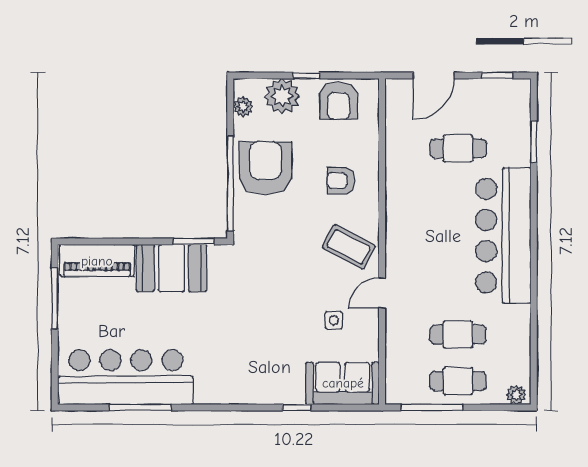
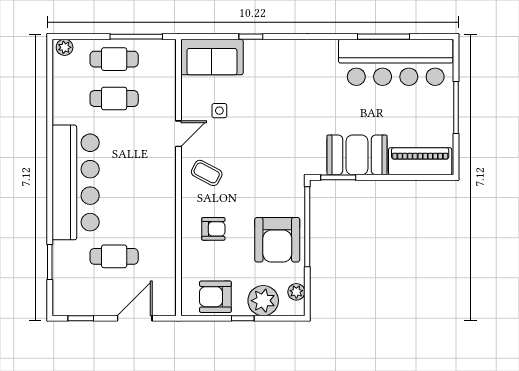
armchair: (338, 101) -> (215, 297), turned -90
coffee table: (349, 247) -> (207, 173), width x0.73, depth x0.77
window: (55, 298) -> (456, 107), moved

